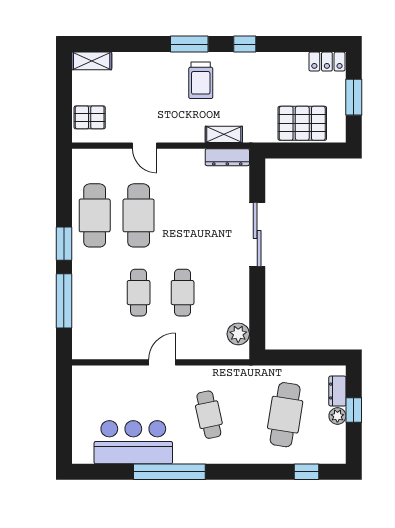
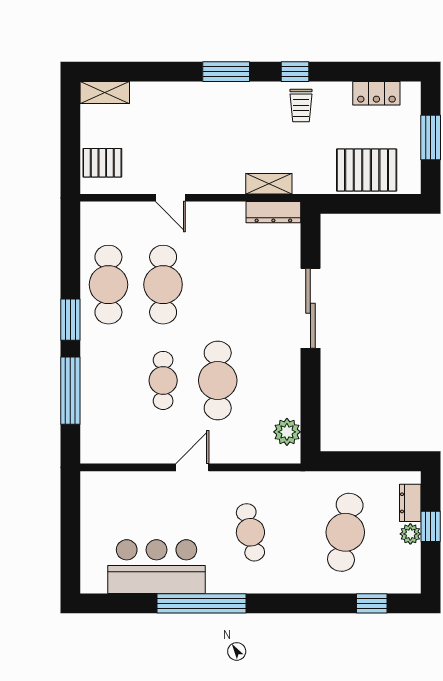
locker: (327, 62) -> (376, 93), moved
trolley: (201, 80) -> (301, 106), moved, width x0.73, depth x0.72
cafe table: (183, 293) -> (218, 380), width x1.37, depth x1.35

